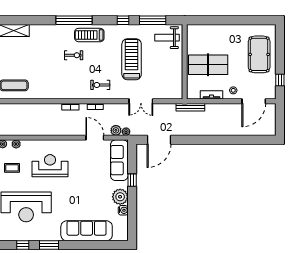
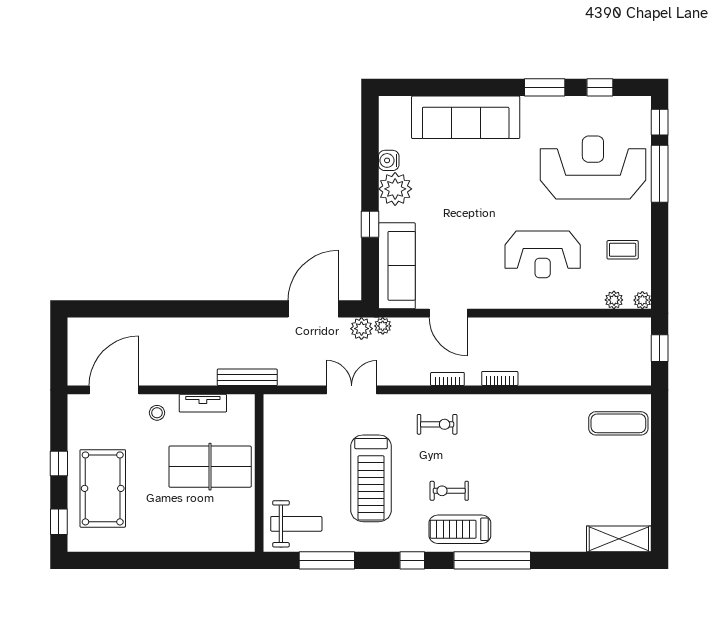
window: (123, 20) -> (412, 560), moved
treadmill: (89, 35) -> (460, 529), turned 180
window: (280, 39) -> (59, 522), added
exercise bike: (74, 55) -> (449, 491), moved
window: (280, 80) -> (59, 463), moved
plant: (116, 130) -> (361, 329), moved

